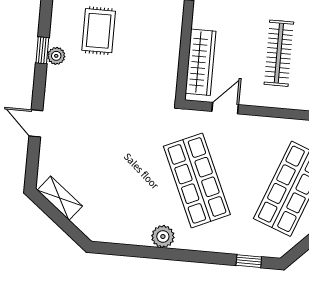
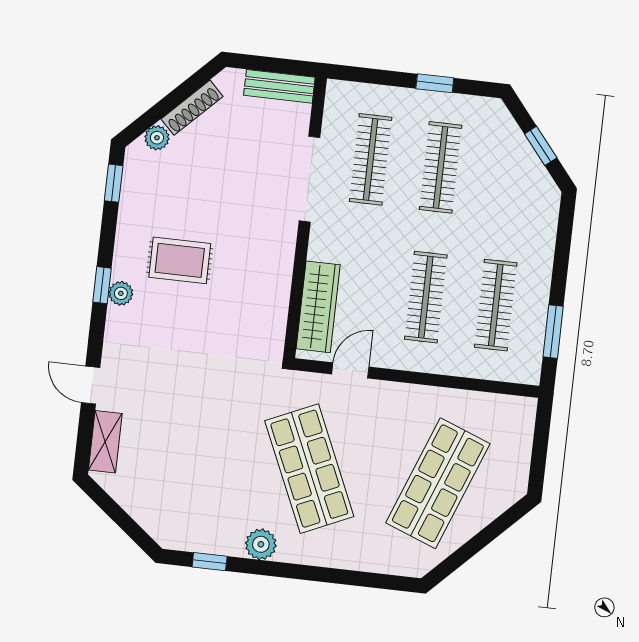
rug: (99, 31) -> (180, 260), turned 90
shelving: (60, 198) -> (105, 442), moved, turned 52
window: (249, 261) -> (210, 562), moved

